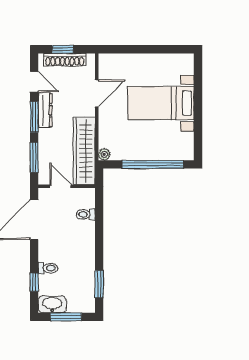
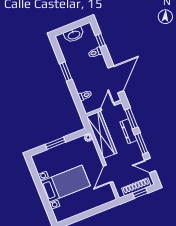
dresser: (45, 110) -> (128, 131), moved
window: (153, 164) -> (55, 143), width x0.47
door: (60, 186) -> (108, 107), swing flipped
window: (99, 284) -> (66, 72), moved
washbasin: (52, 304) -> (74, 35), moved
window: (66, 317) -> (72, 26), removed

